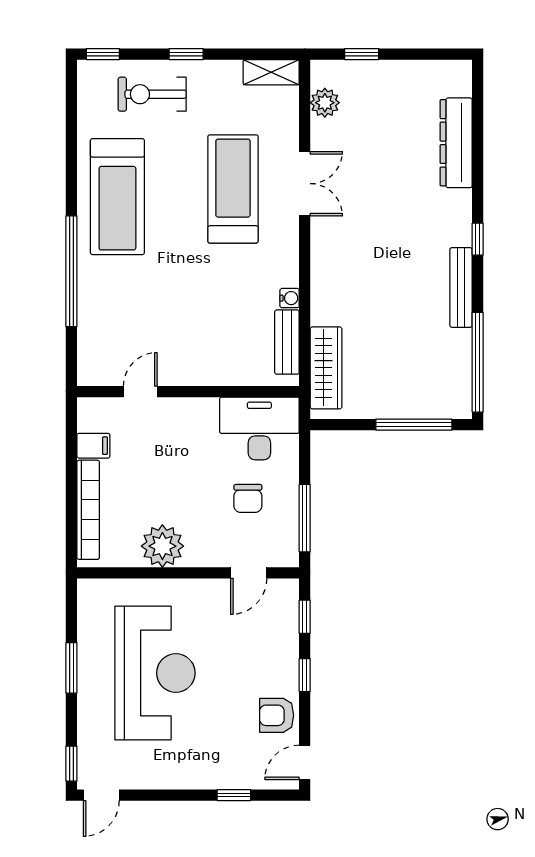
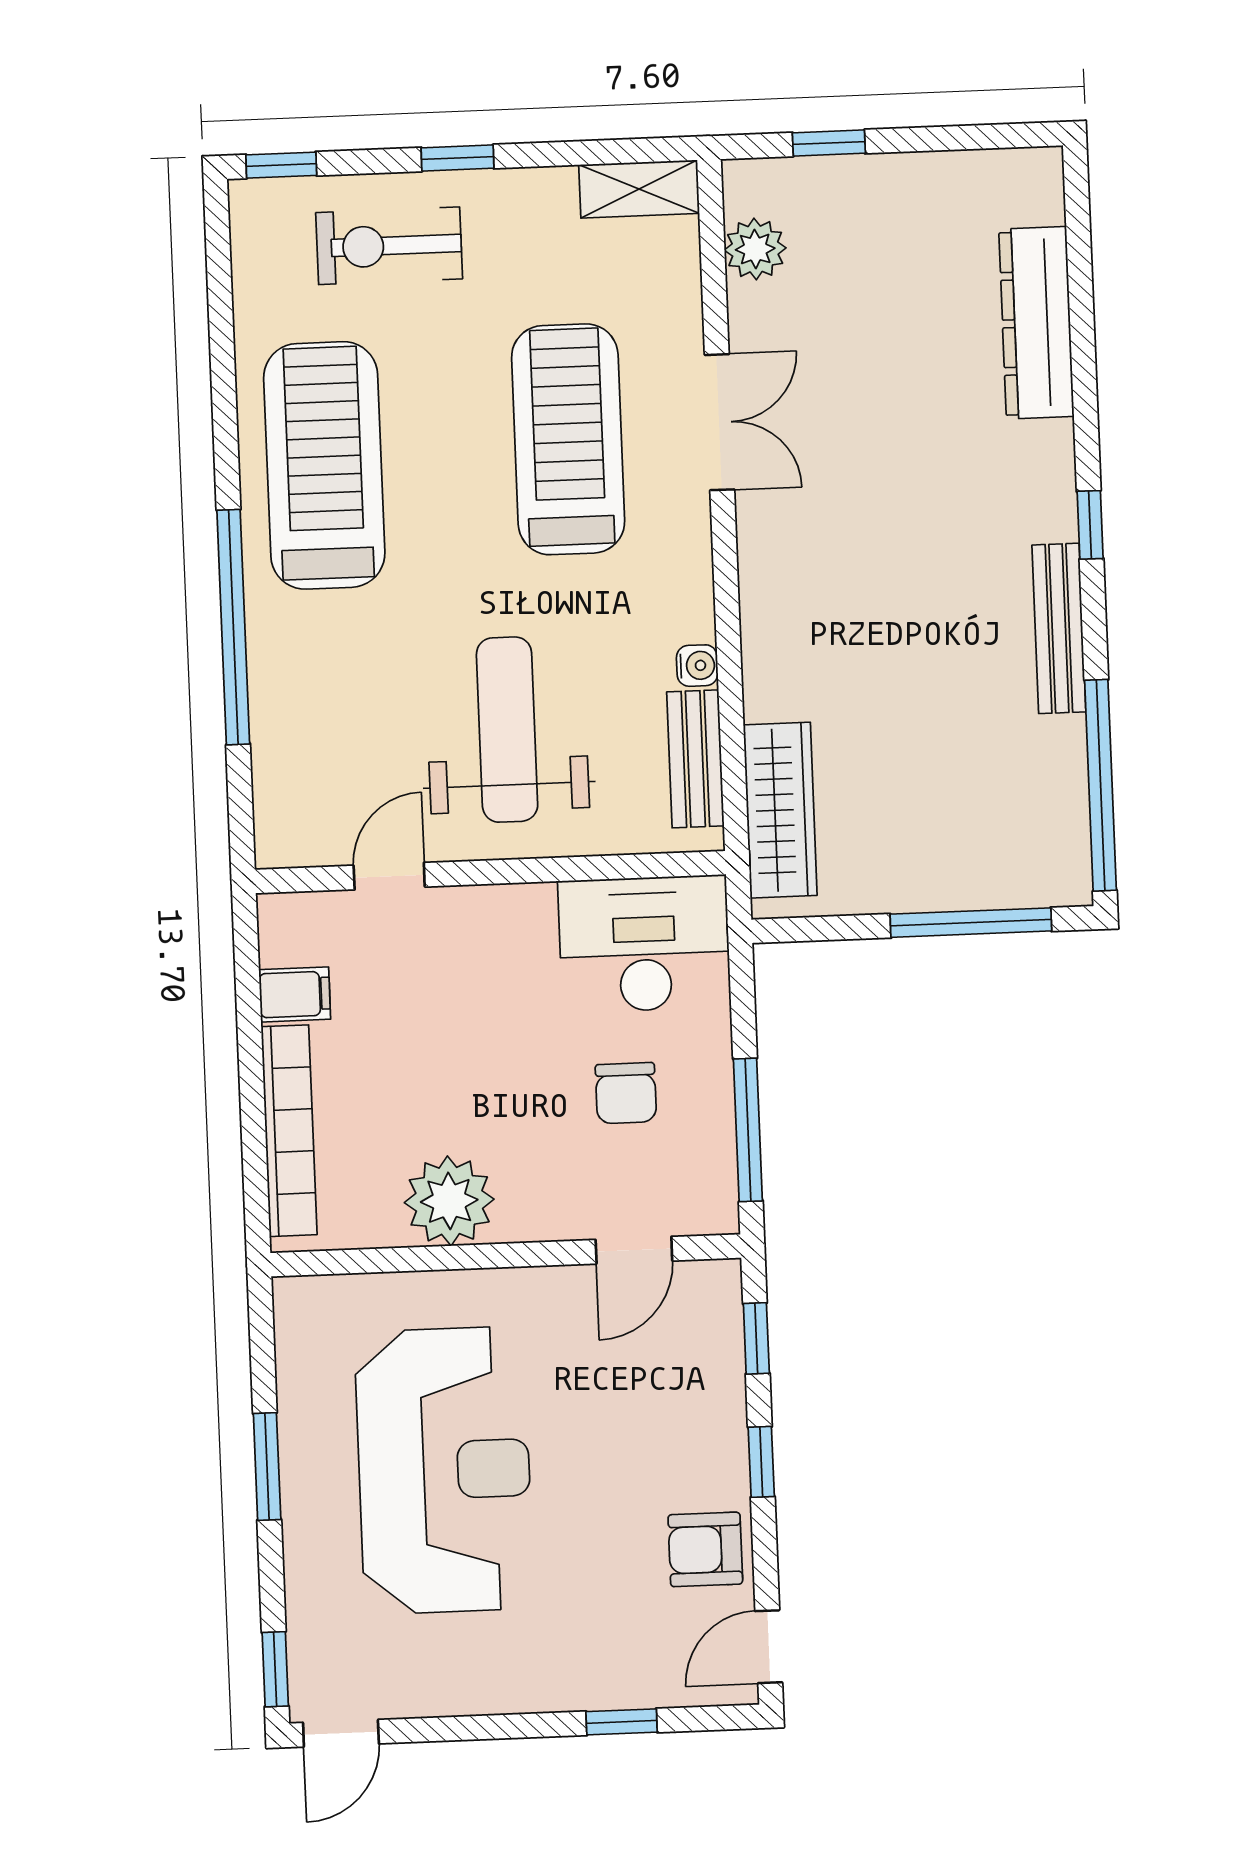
treadmill: (117, 197) -> (324, 465), turned 180
weight bench: (199, 325) -> (507, 730), added

